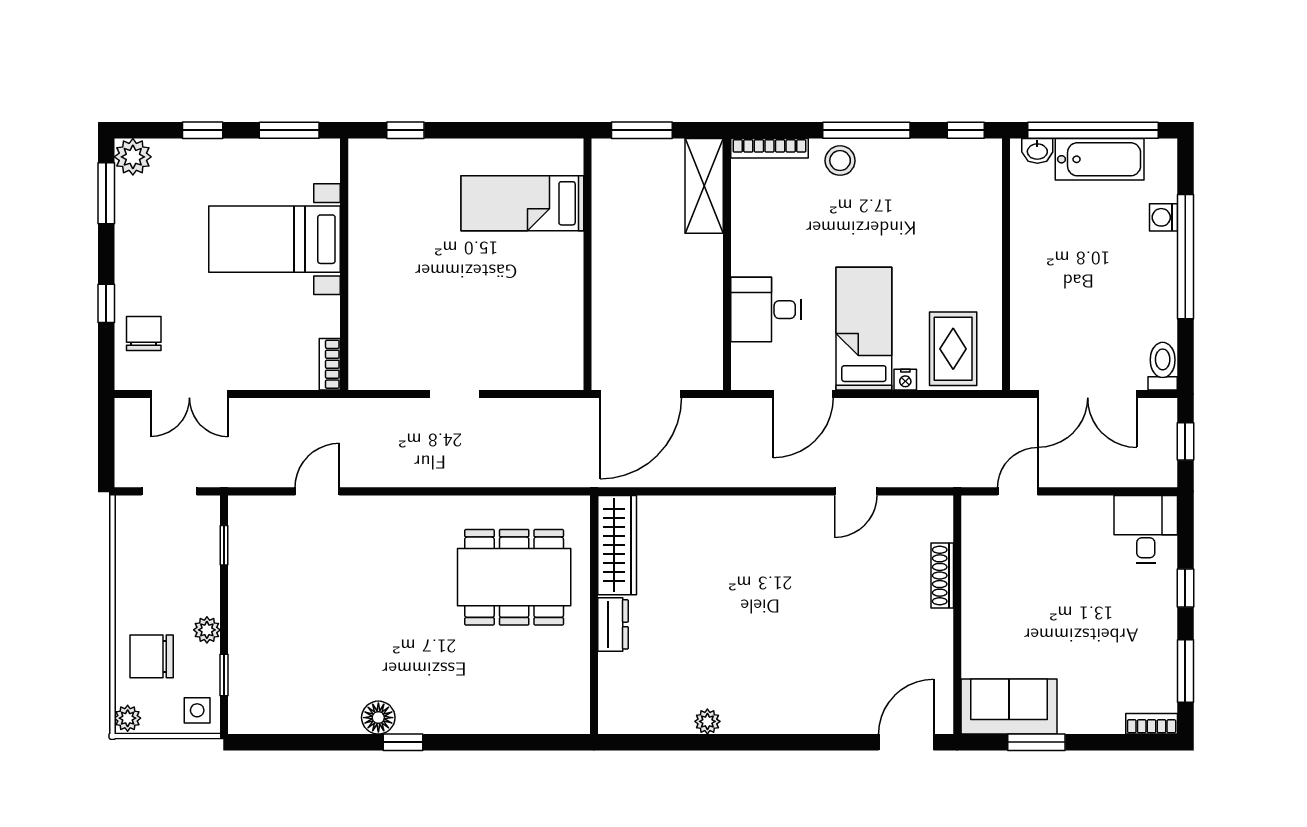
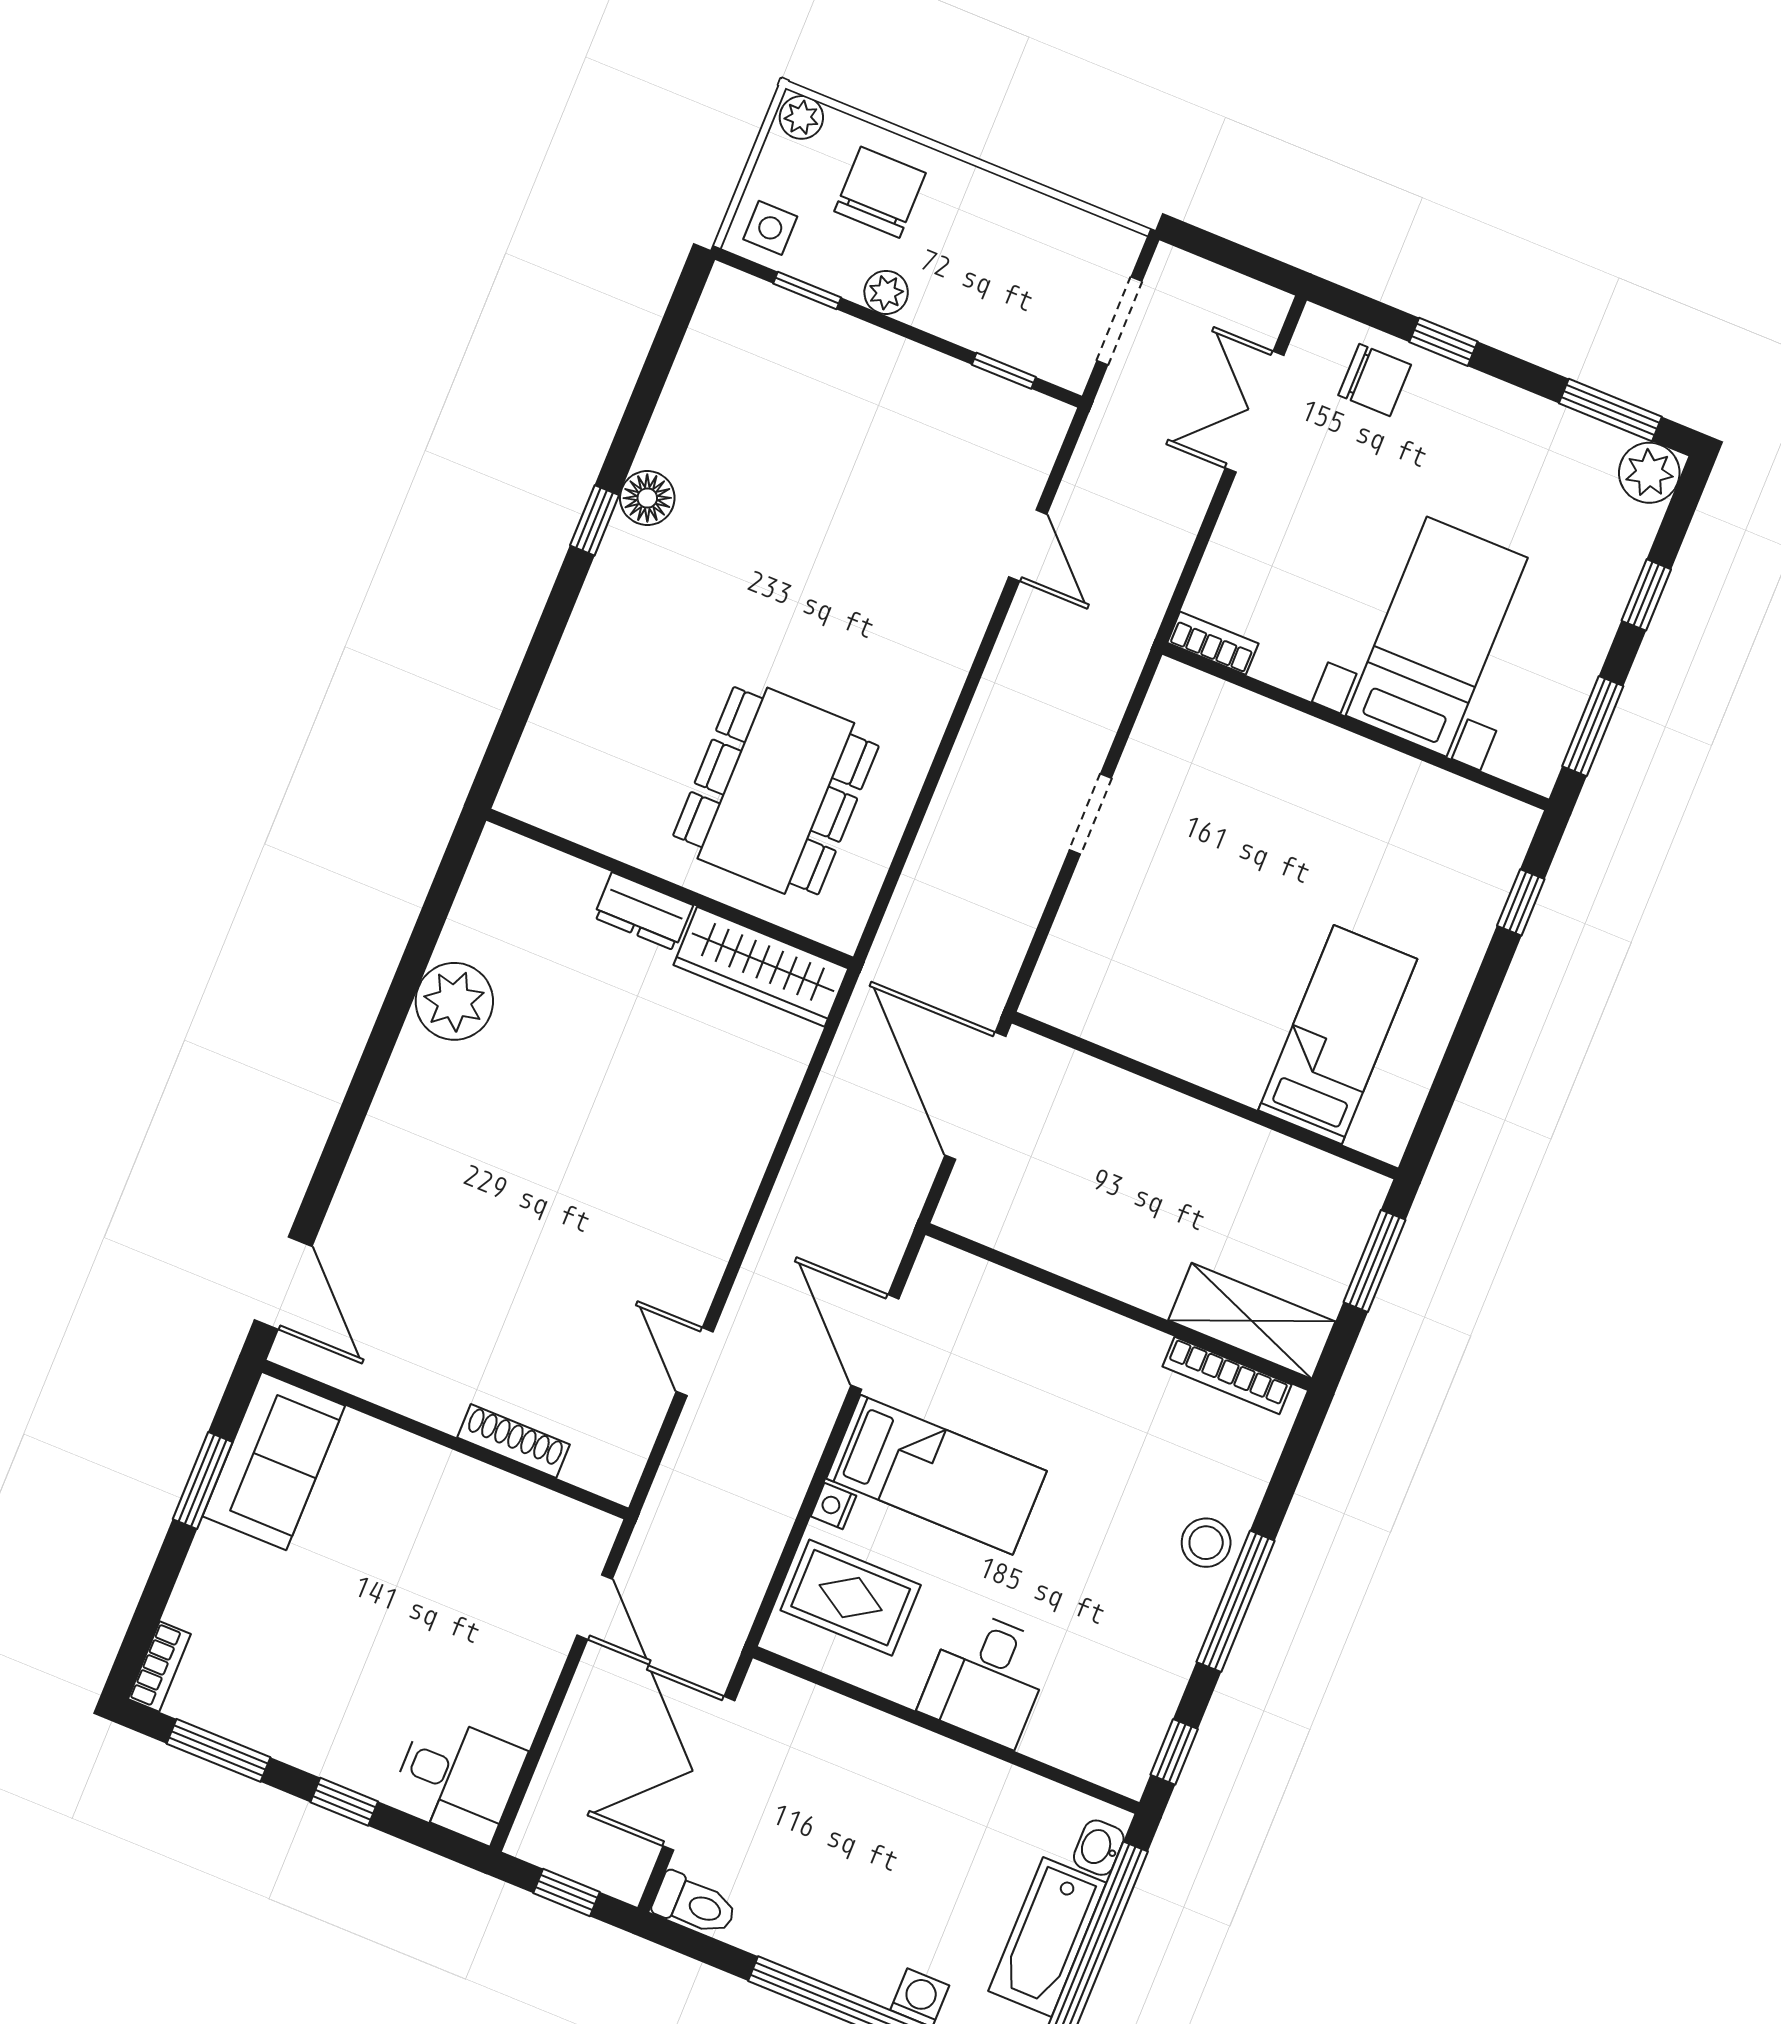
bookcase: (769, 148) -> (1227, 1376), moved, turned -90
desk: (766, 310) -> (987, 1678), moved, turned 180
plant: (707, 721) -> (454, 1001), width x1.88, depth x1.88

